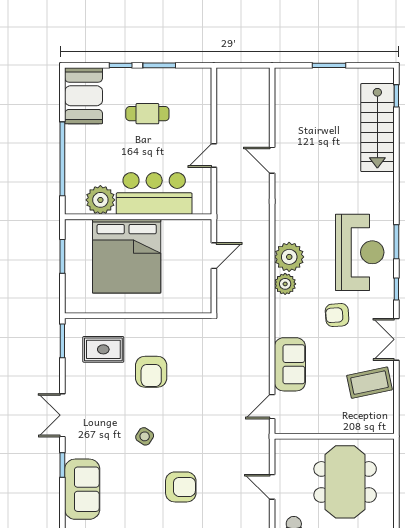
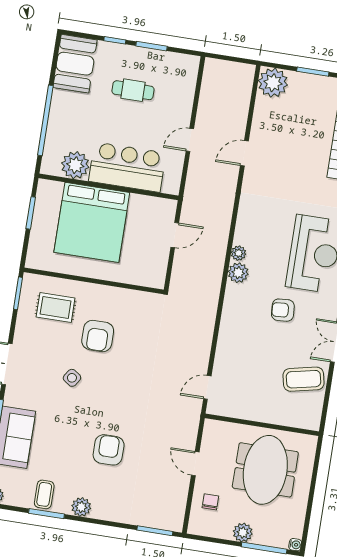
plant: (290, 83) -> (273, 83), added
door: (272, 160) -> (244, 153), hinge flipped
plant: (289, 257) -> (239, 253), width x0.53, depth x0.53
sofa: (290, 364) -> (231, 350), removed
side table: (145, 436) -> (72, 378), moved
armchair: (181, 487) -> (109, 450), turned -90

